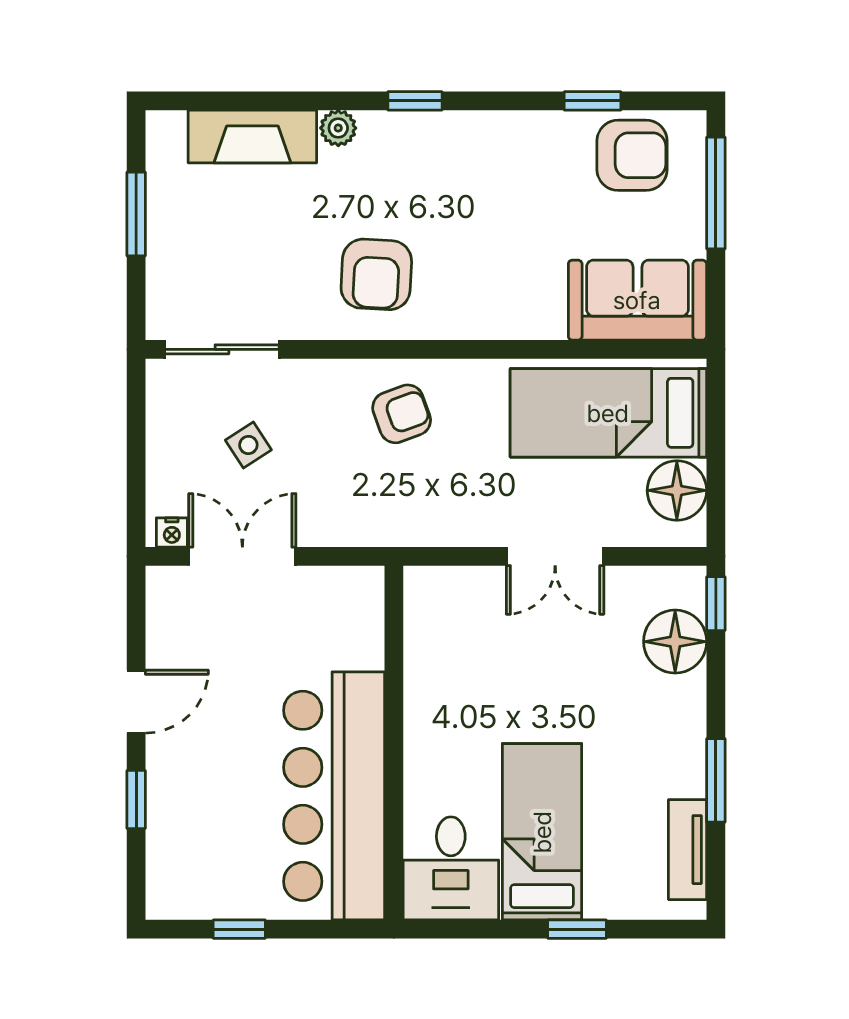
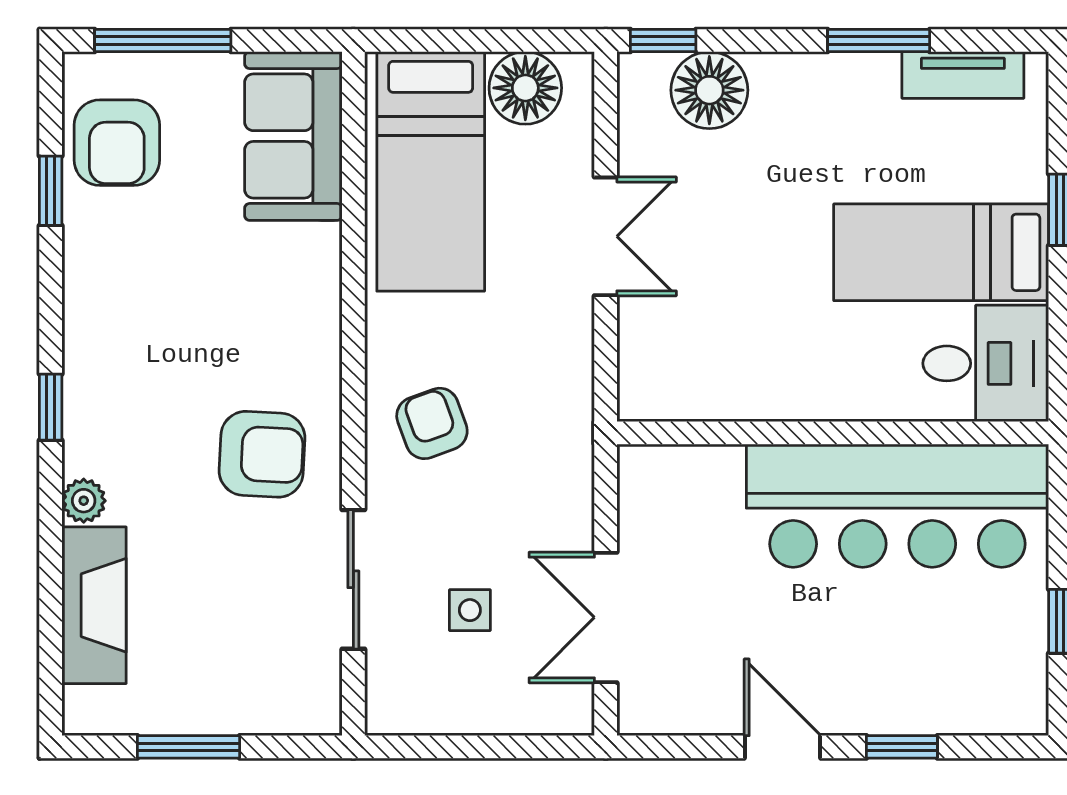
armchair: (632, 155) -> (117, 143), turned 180
sliding door: (222, 349) -> (353, 579), moved
side table: (248, 445) -> (470, 610), turned 33
nightstand: (172, 533) -> (577, 703), removed

